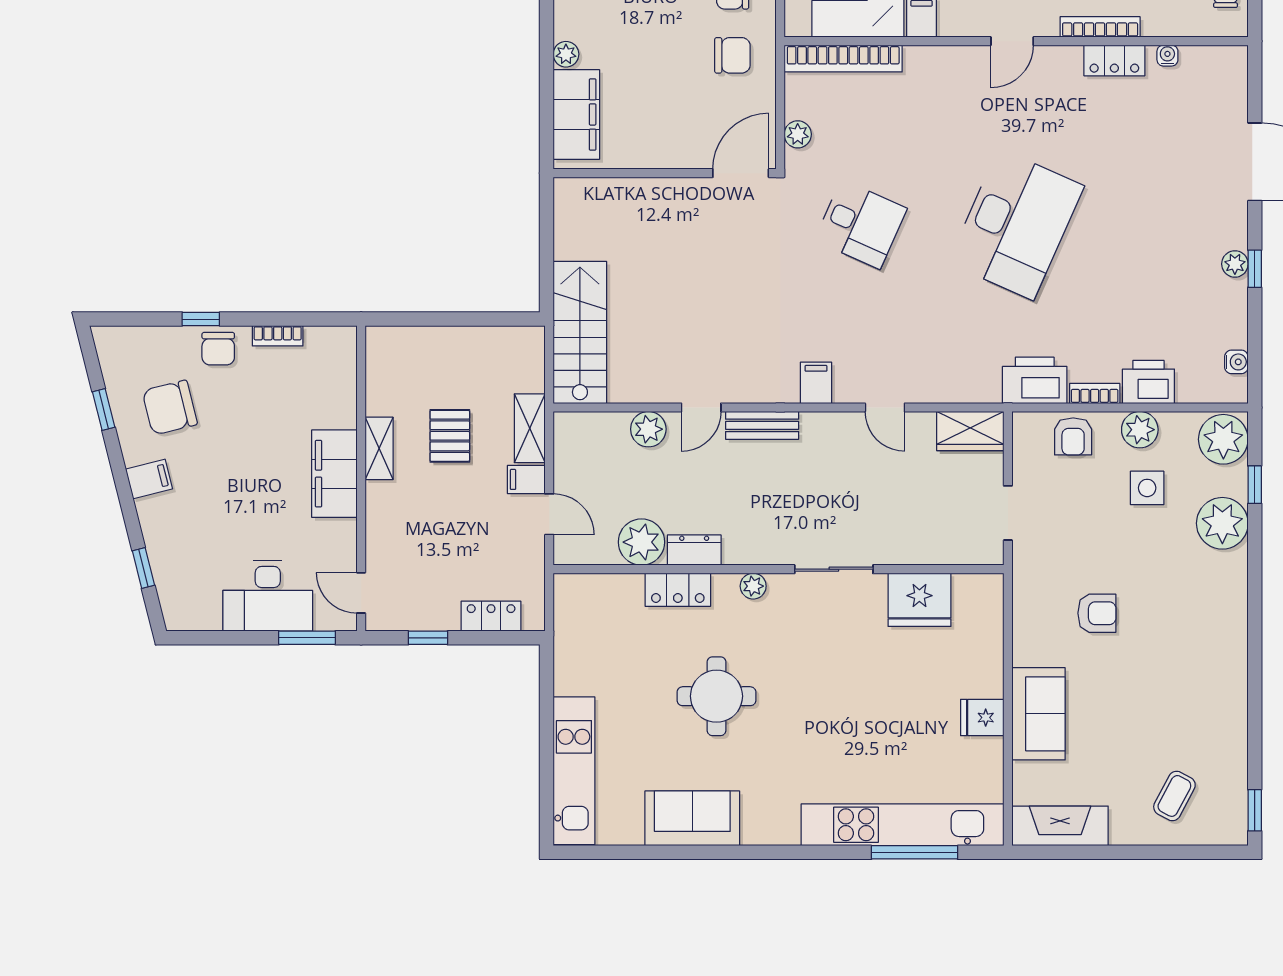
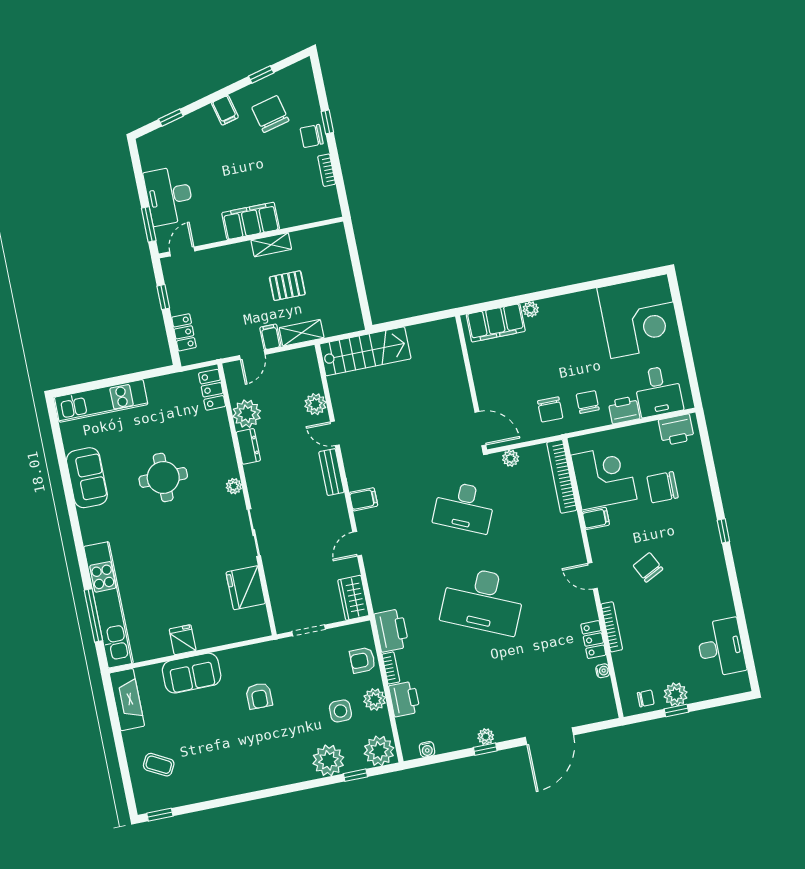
desk: (861, 224) -> (464, 507), width x1.37
locker: (678, 590) -> (212, 390), moved

